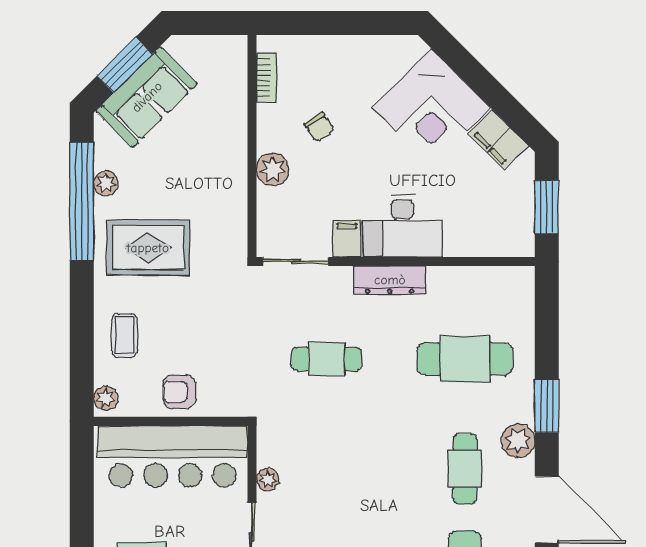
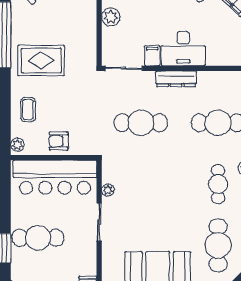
plant: (106, 183) -> (18, 25), removed
cafe table: (327, 359) -> (141, 123), width x1.37, depth x1.35

